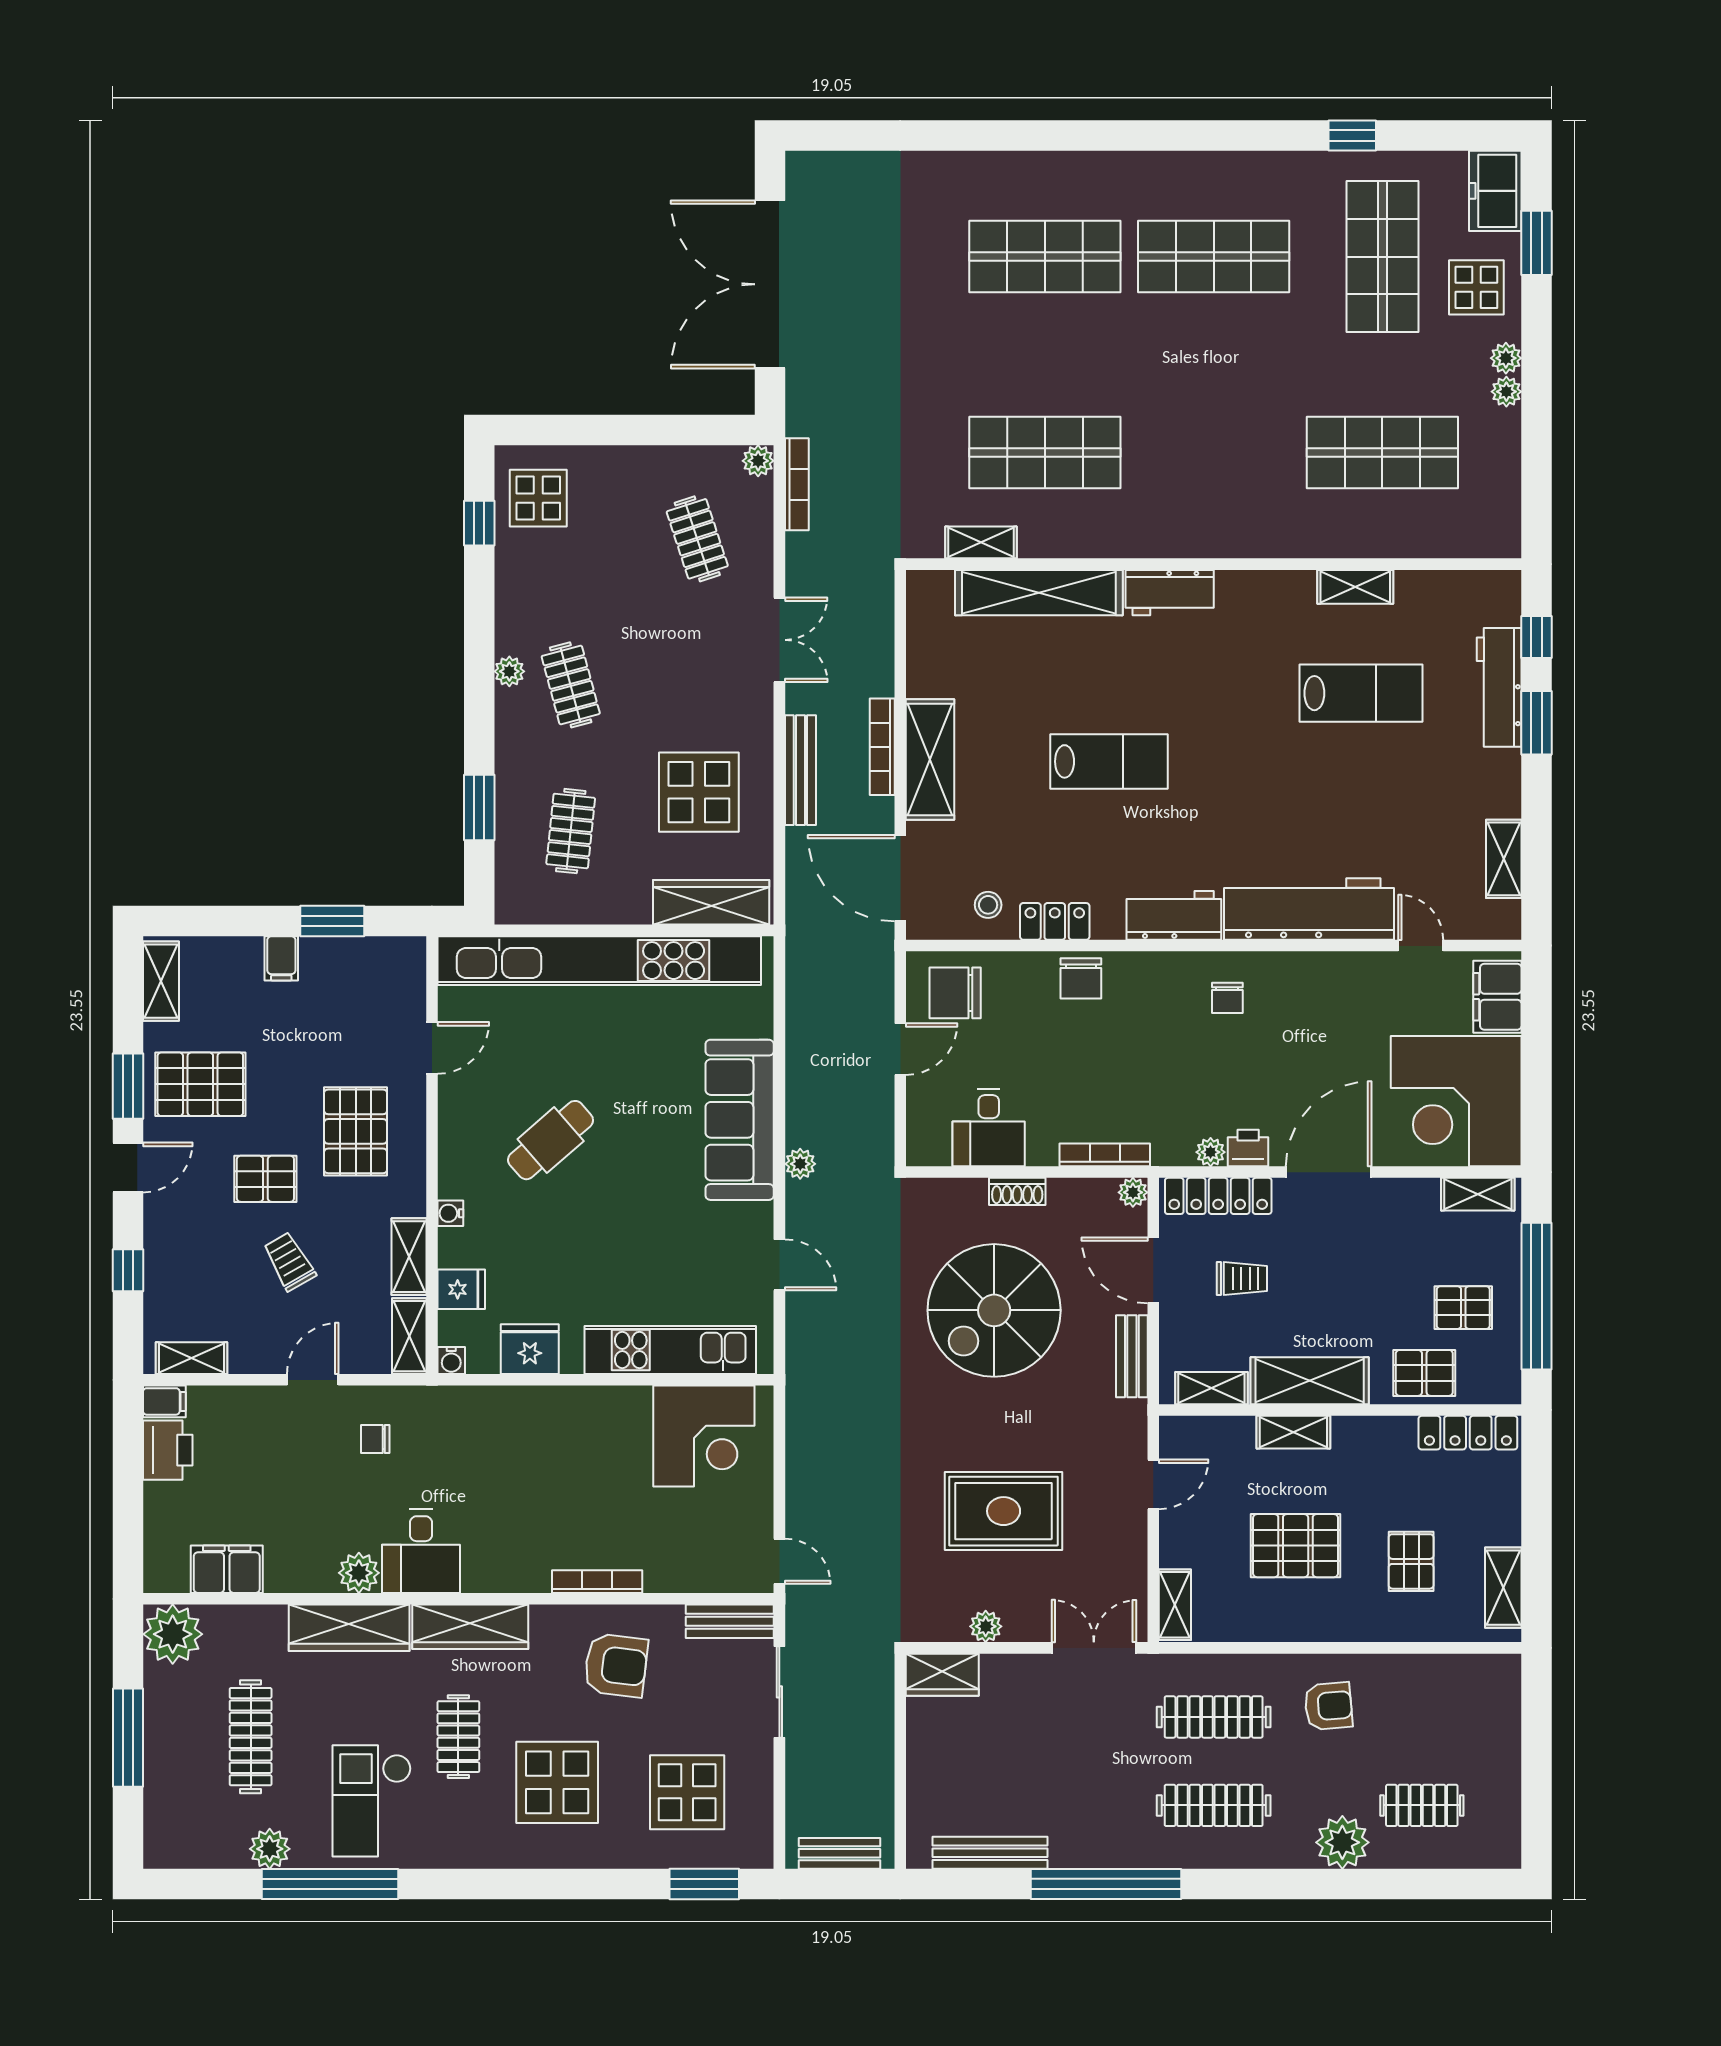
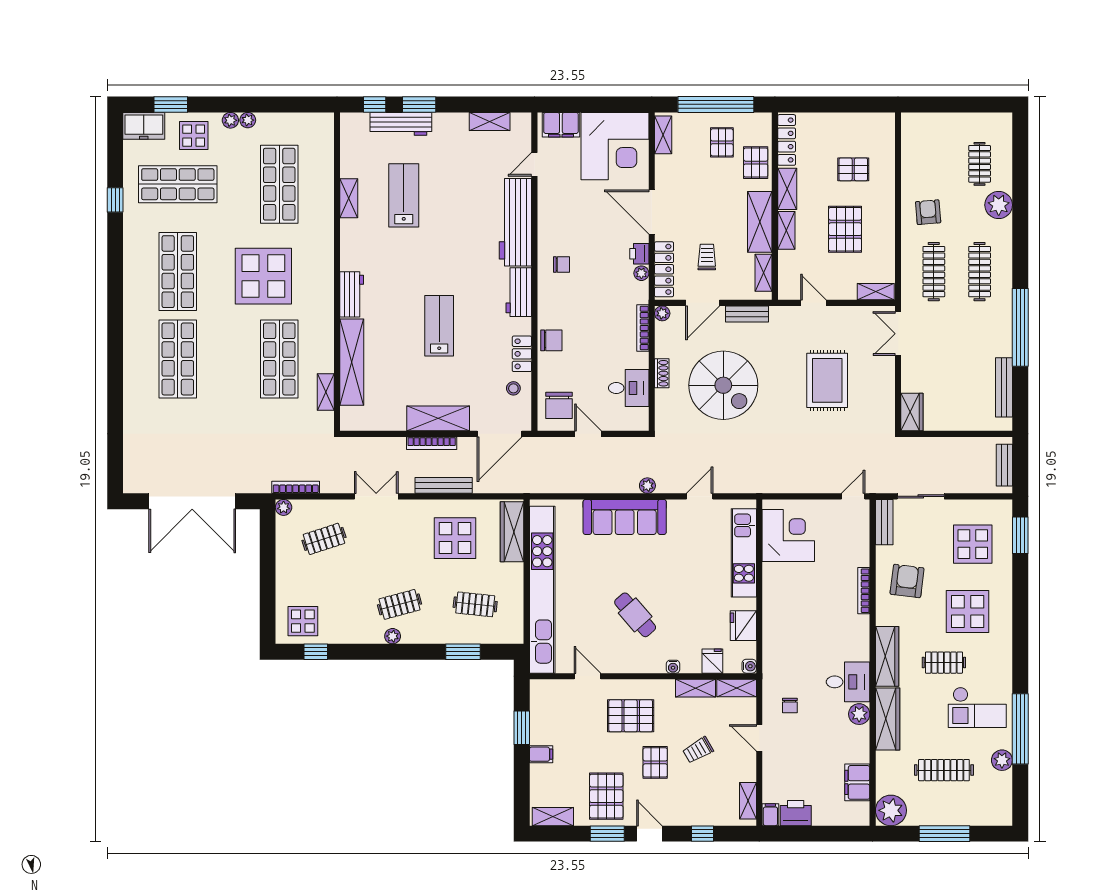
display table: (1205, 422) -> (263, 276), added
shelving: (1503, 1588) -> (787, 189), moved, turned 90
plant: (986, 1626) -> (887, 390), removed

